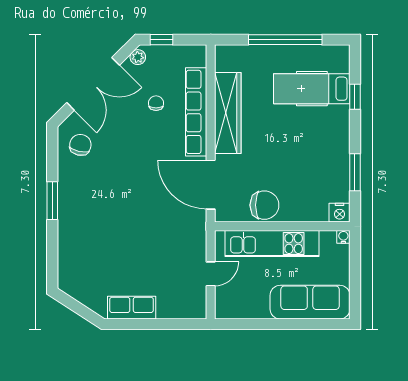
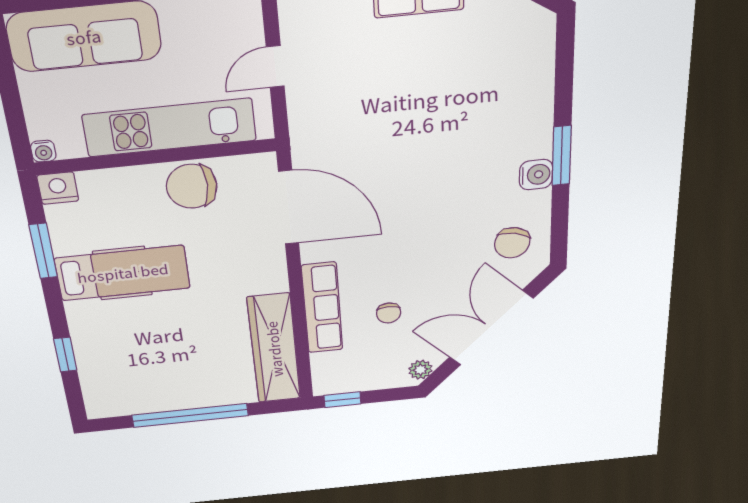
window: (162, 40) -> (342, 400), moved
hospital bed: (312, 89) -> (123, 273), moved
row of seats: (196, 112) -> (322, 308), width x0.73
wardrobe: (228, 113) -> (274, 349), moved
water cooler: (67, 190) -> (536, 175), added

